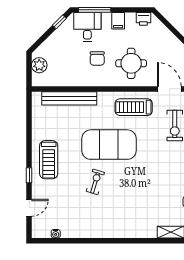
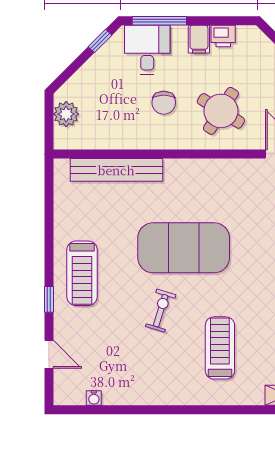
printer: (143, 19) -> (223, 36), moved
round table: (131, 63) -> (221, 111), turned 32
treadmill: (134, 107) -> (220, 348), moved, turned 90
door: (29, 208) -> (49, 354), hinge flipped

